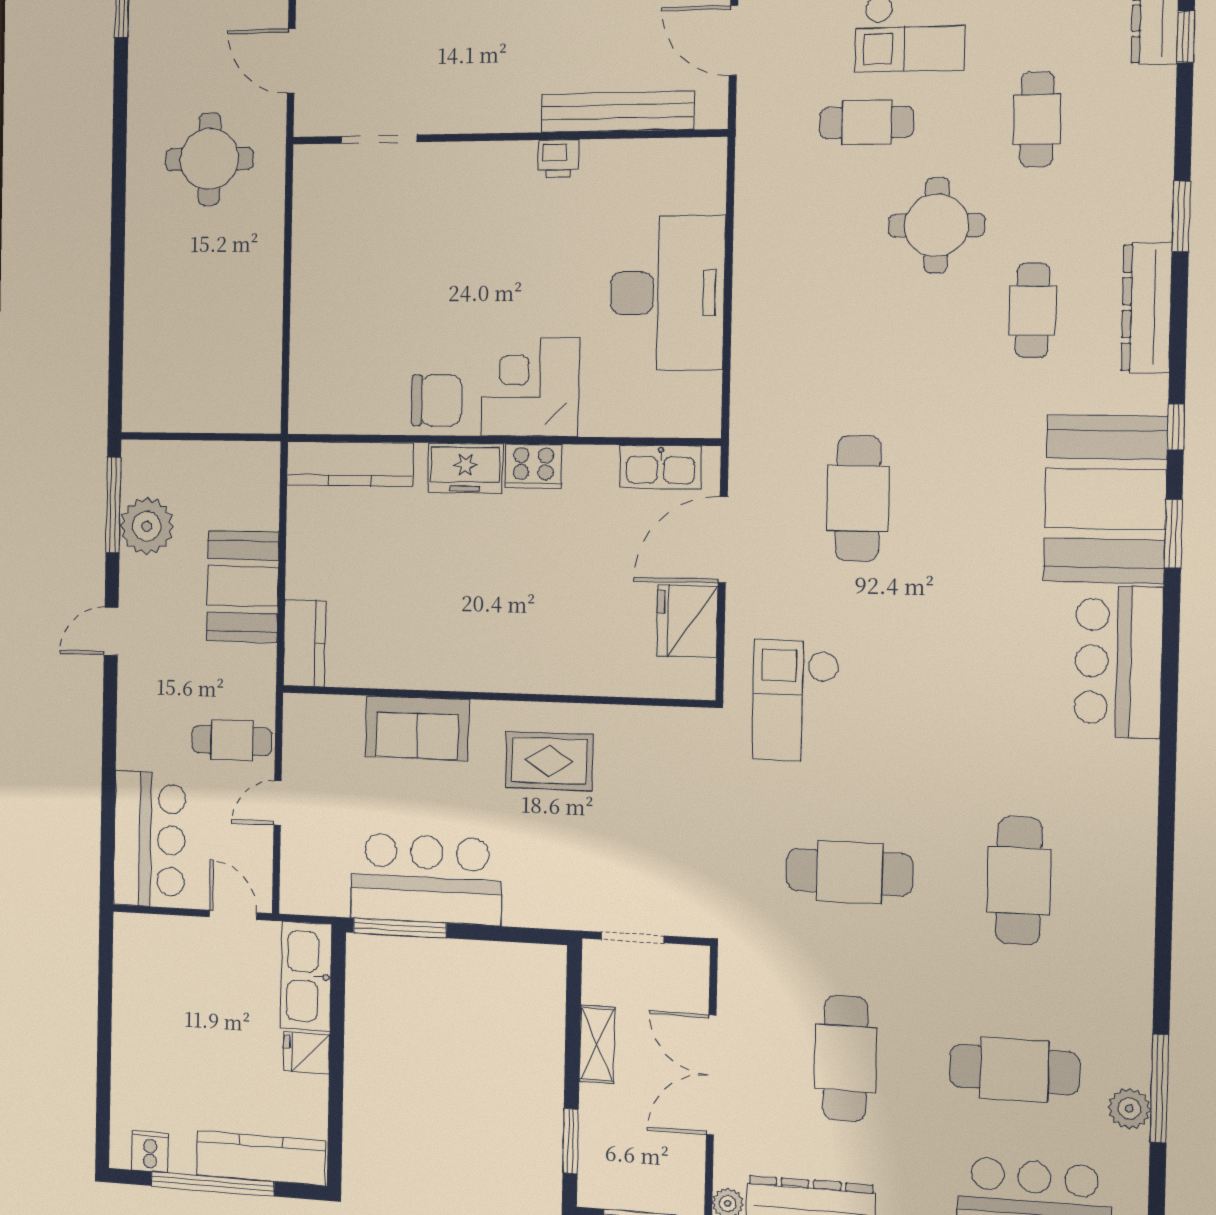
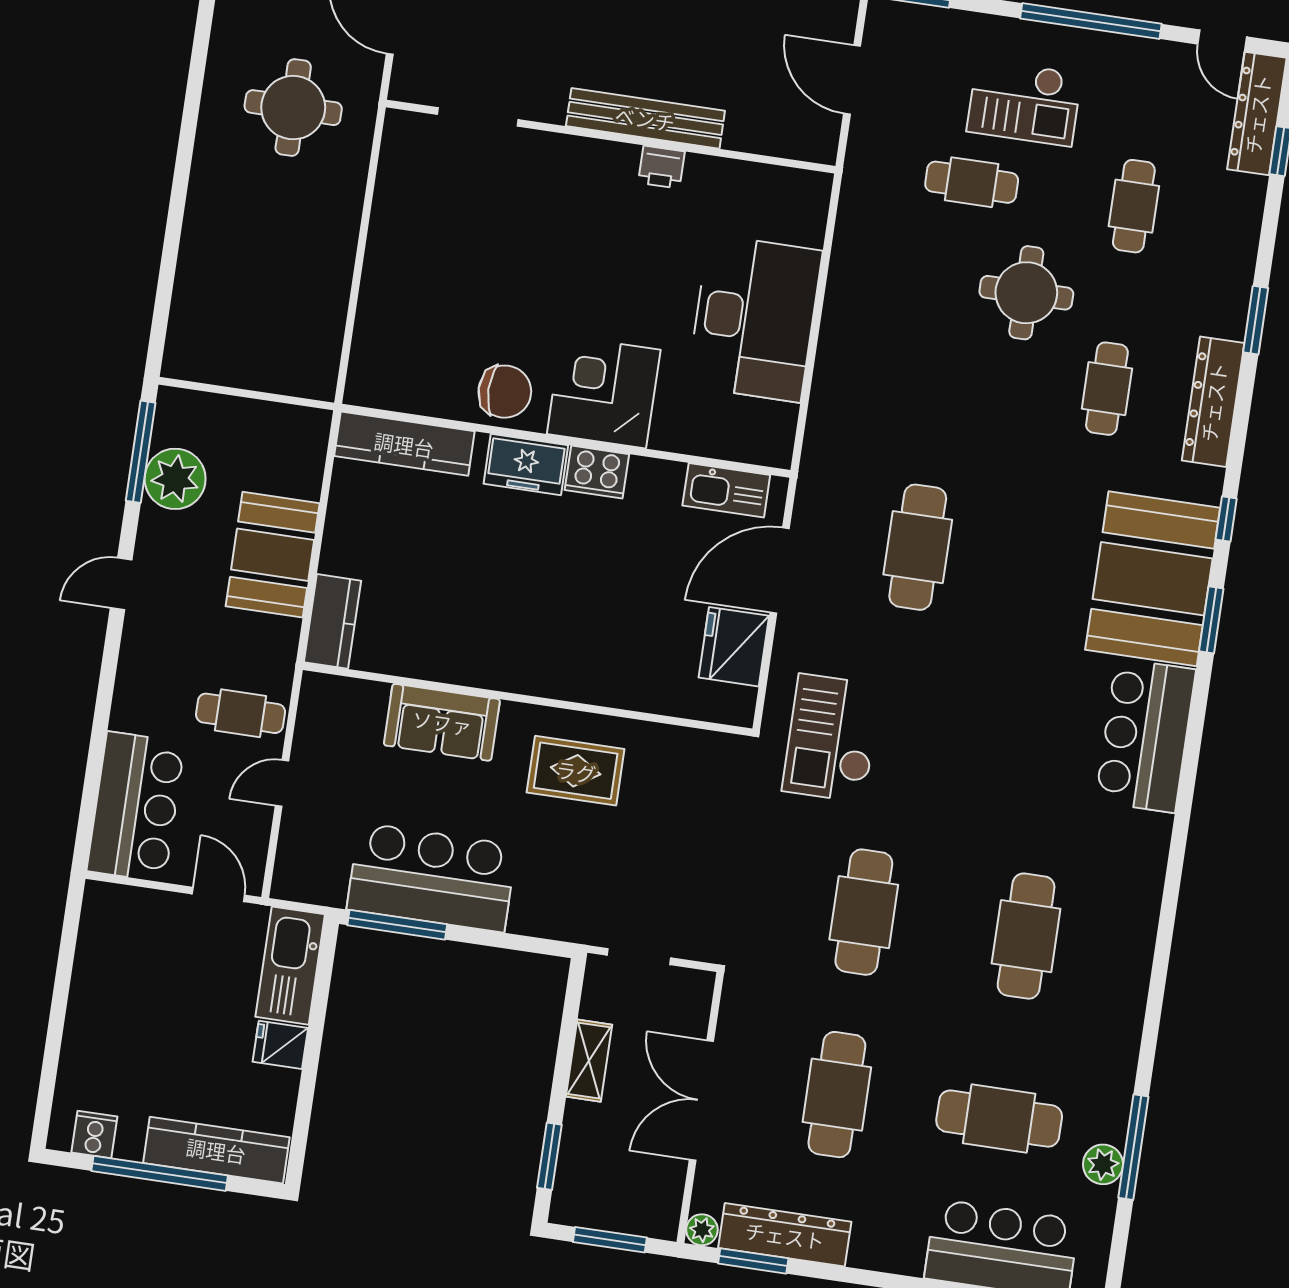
bench: (617, 112) -> (645, 118), moved
cafe table: (849, 872) -> (864, 912), turned 90

